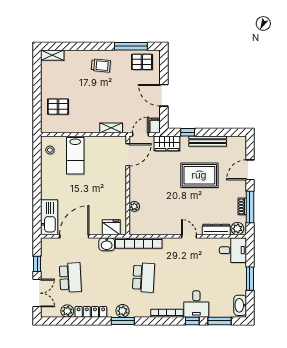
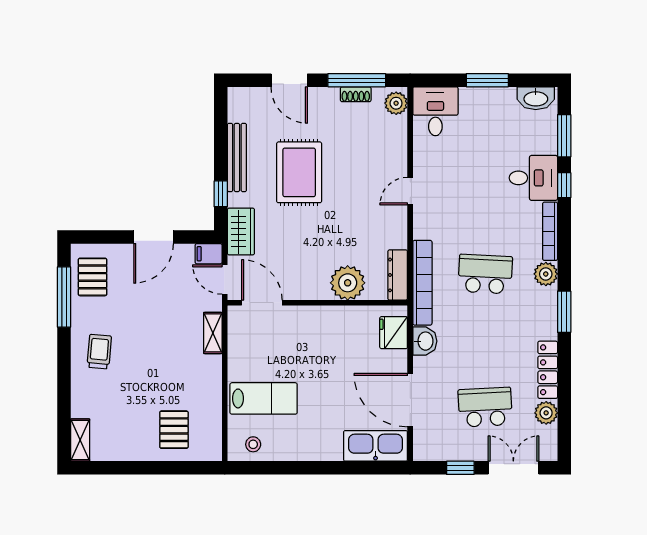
plant: (134, 206) -> (348, 283), width x1.87, depth x1.87
dresser: (216, 229) -> (398, 275), moved
plant: (122, 311) -> (546, 274), moved

